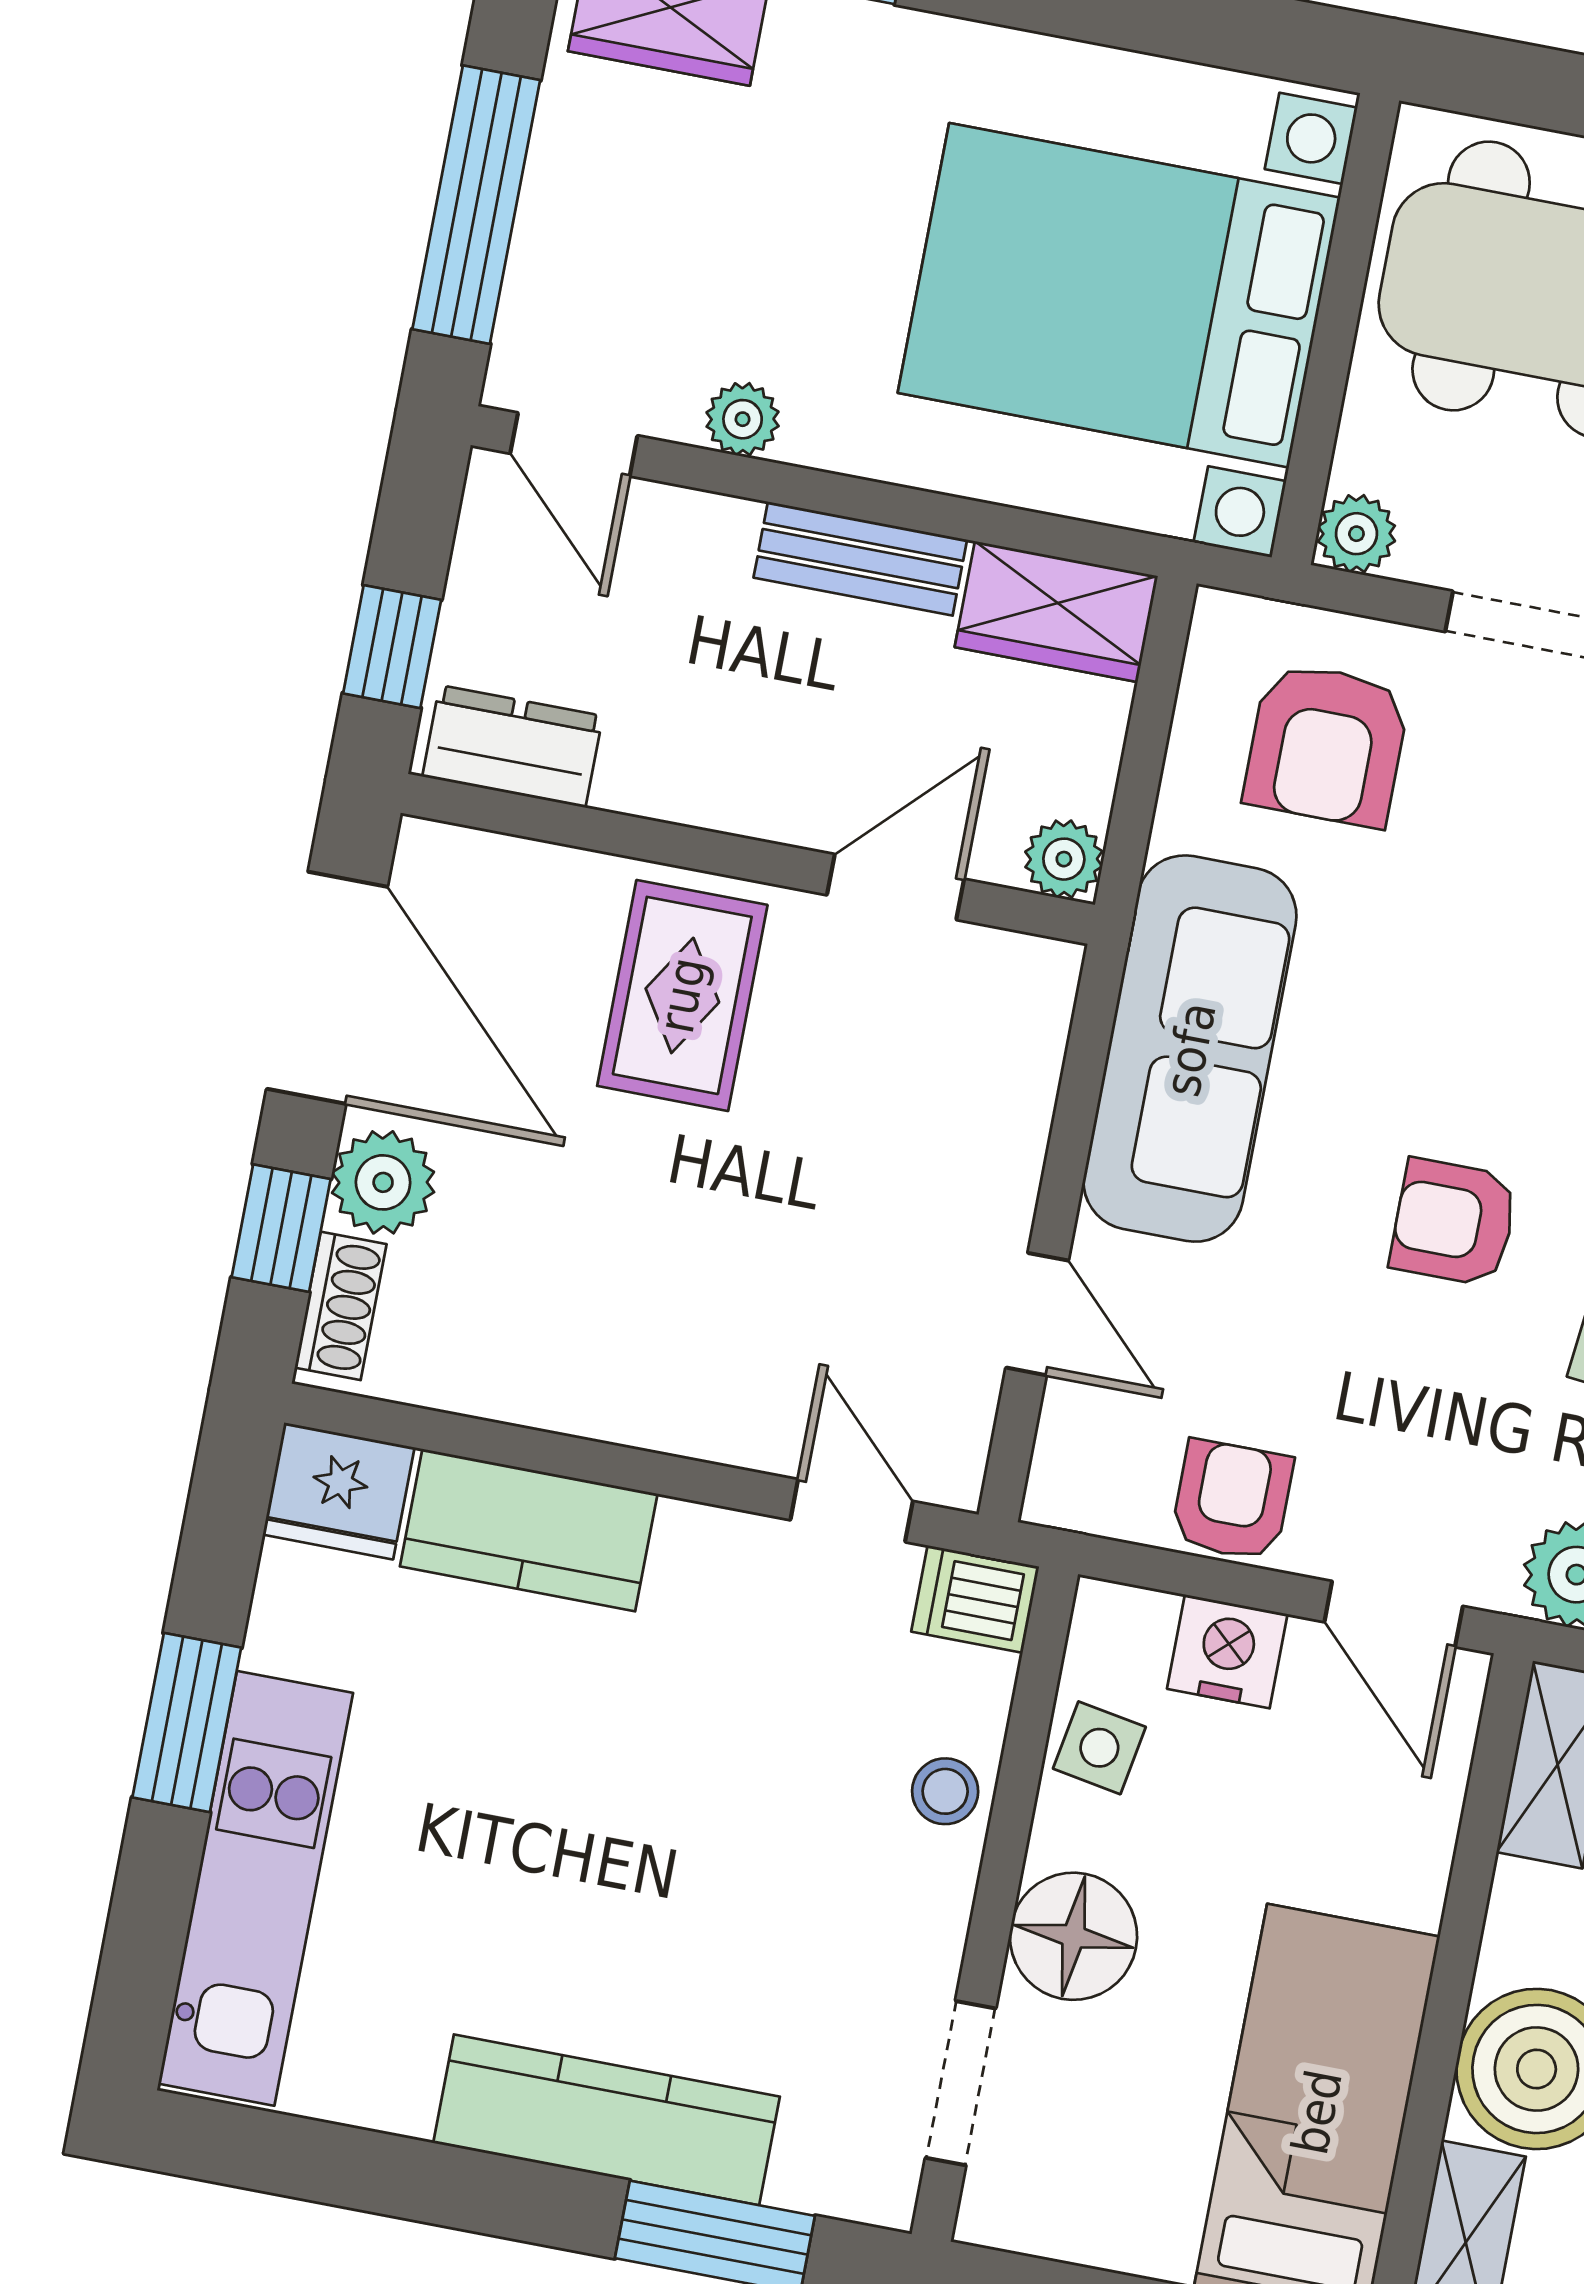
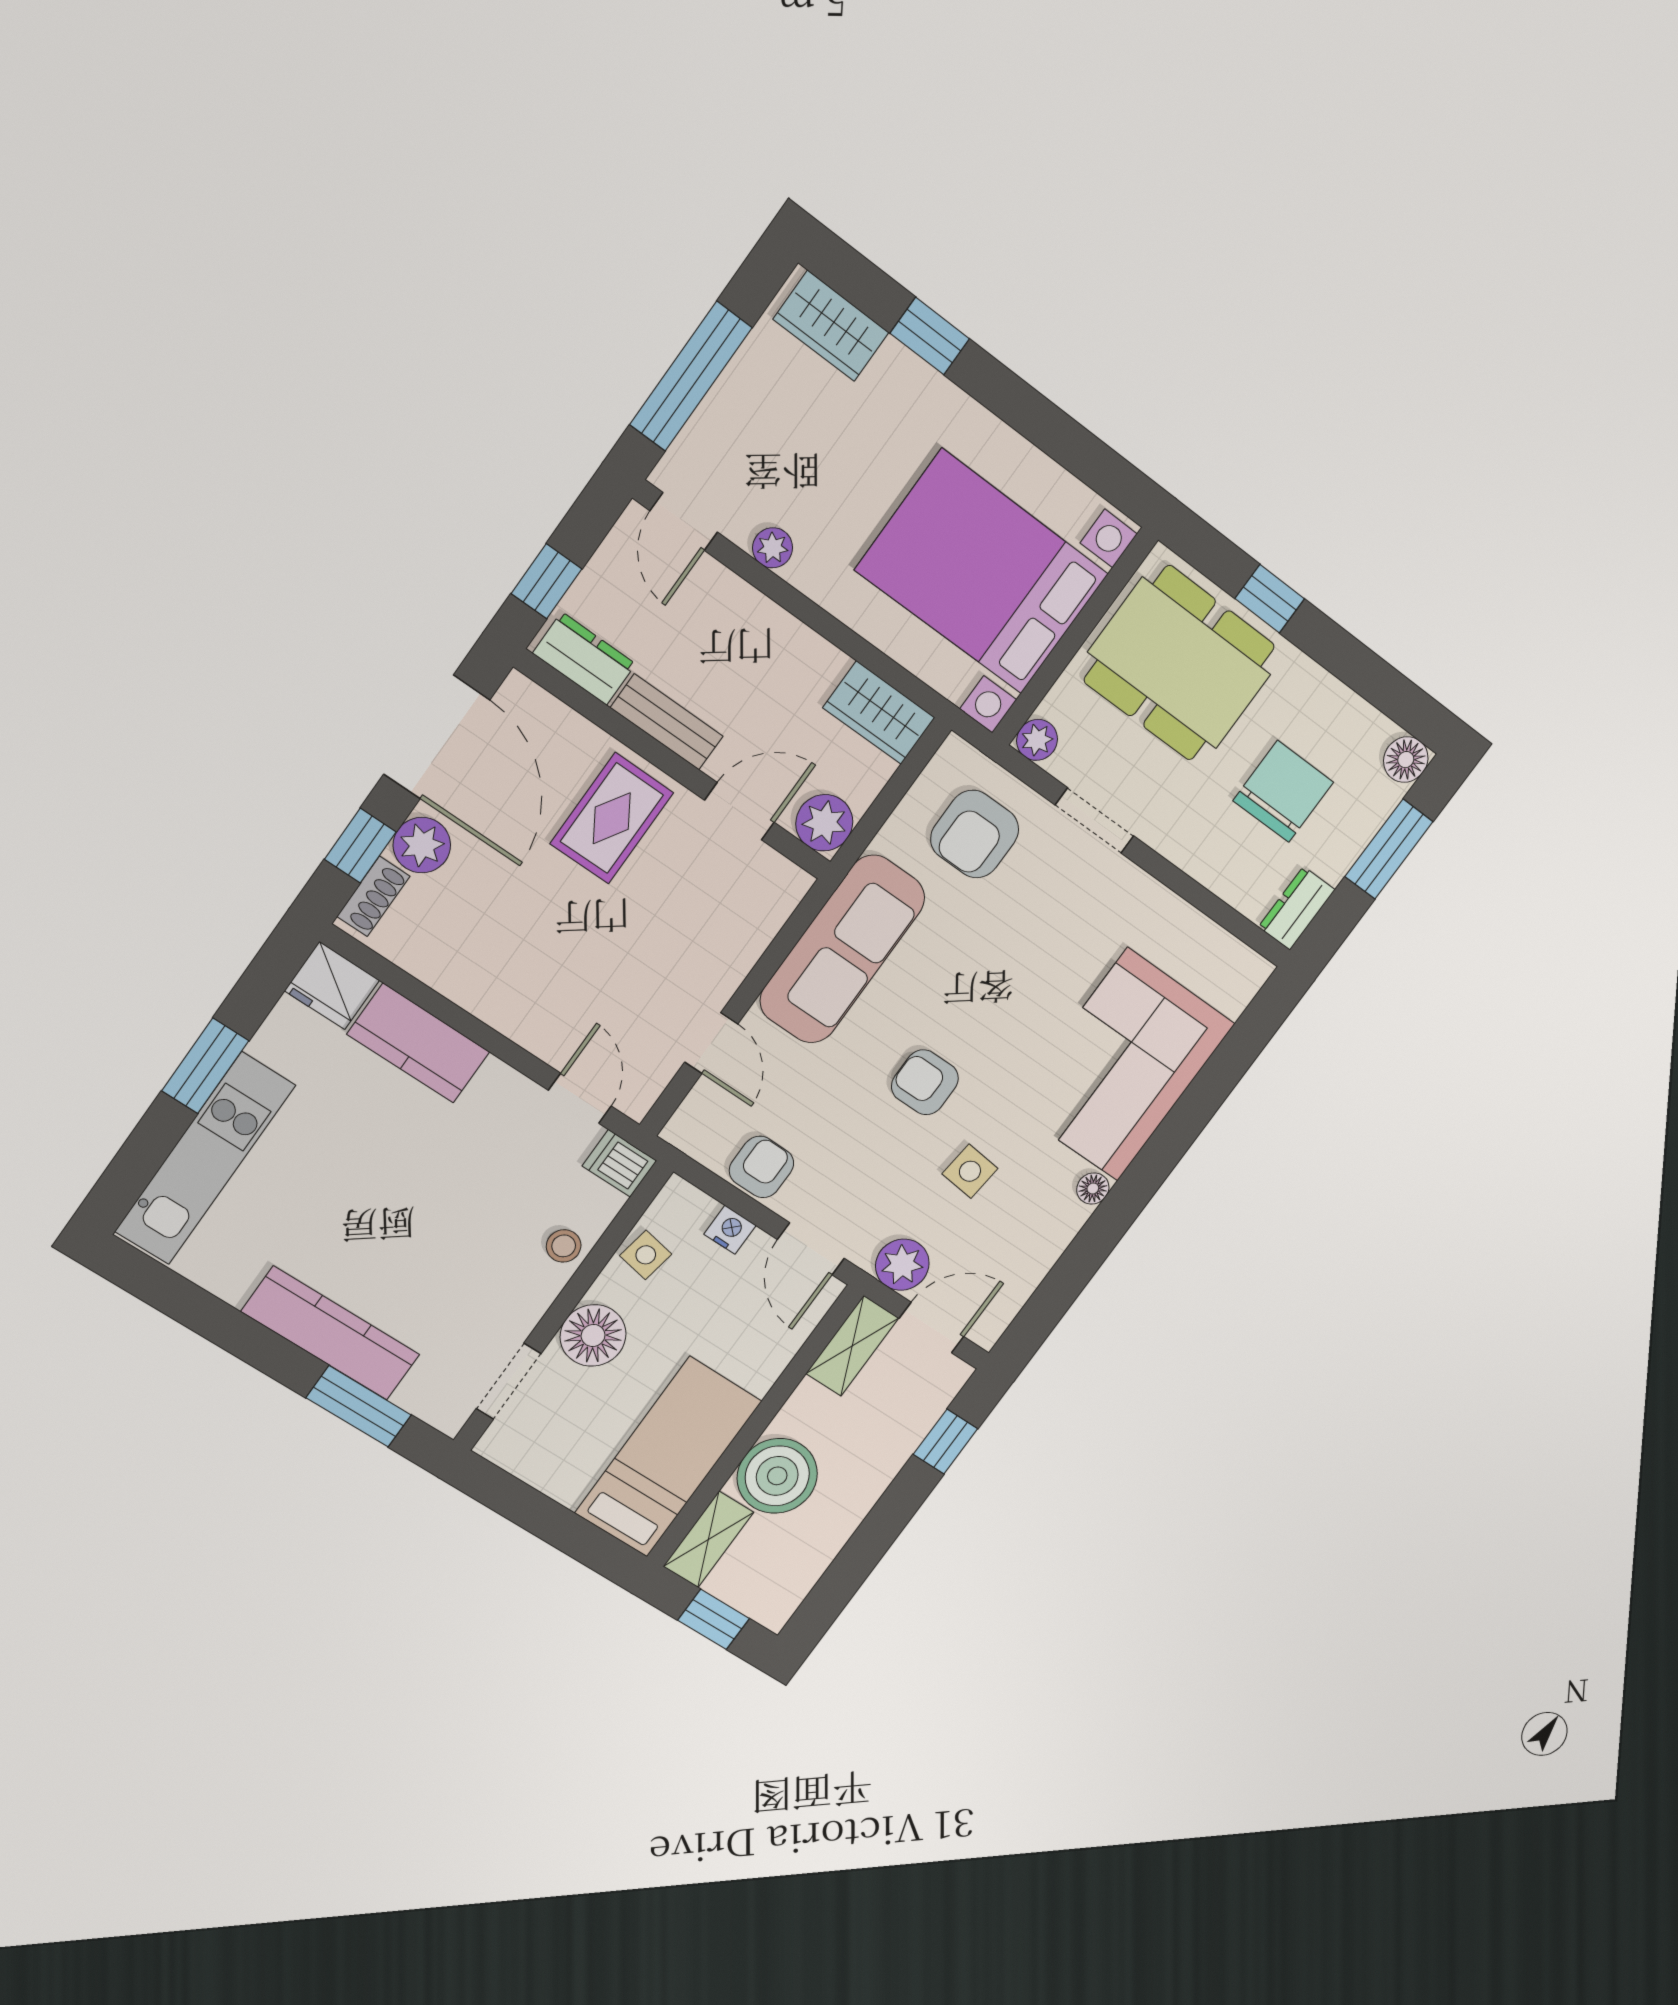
bench: (860, 559) -> (667, 722), moved
plant: (1064, 859) -> (824, 823), width x1.38, depth x1.38
nightstand: (1227, 1651) -> (730, 1230), width x0.72, depth x0.74

